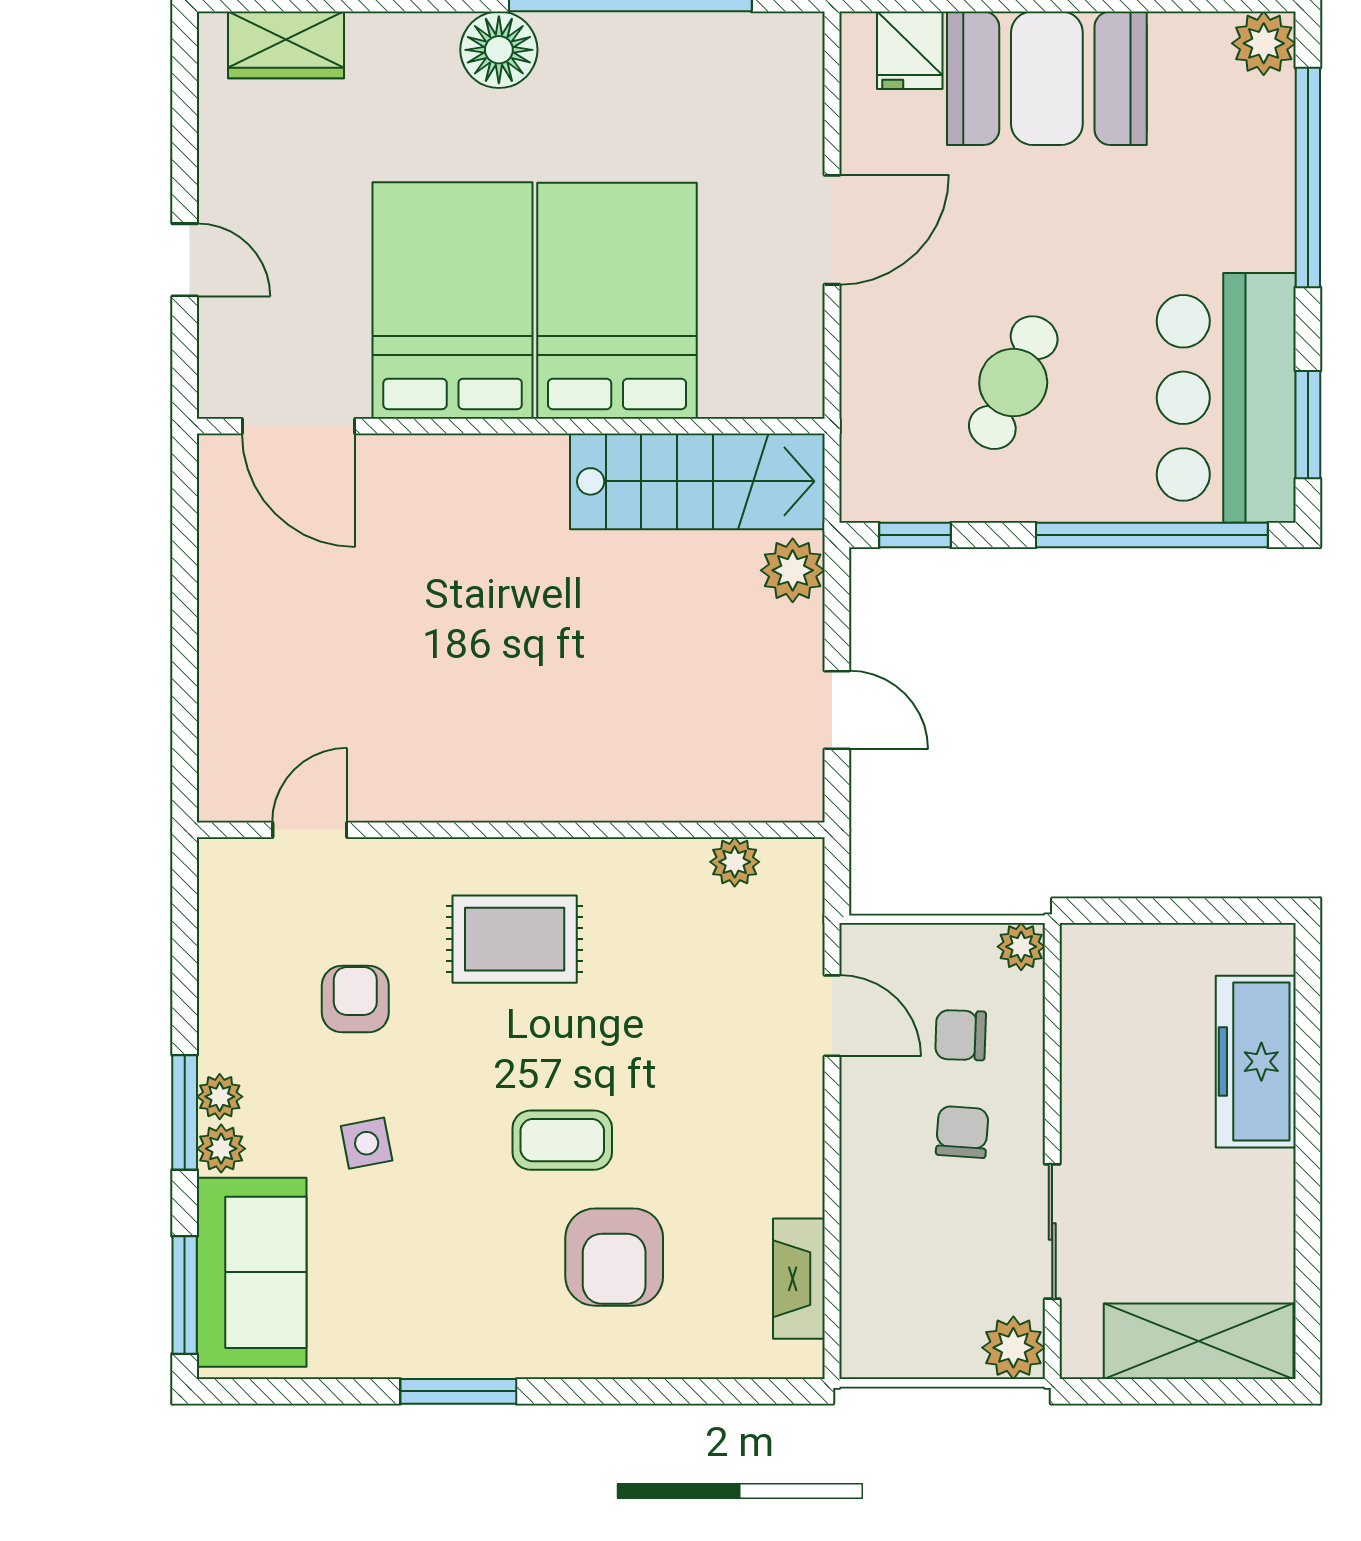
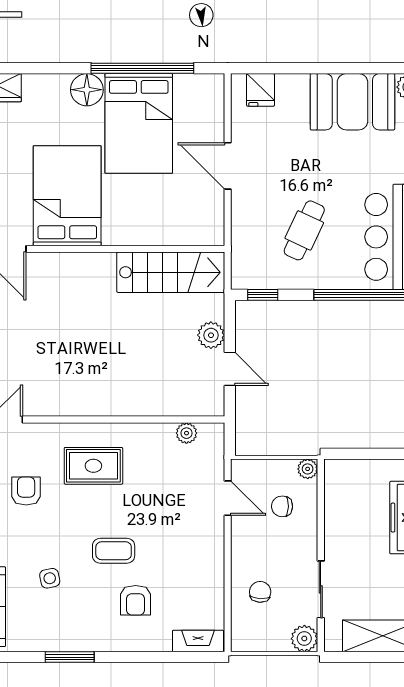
booth: (1047, 78) -> (352, 102), moved
door: (832, 230) -> (228, 166), swing flipped
bed: (617, 301) -> (139, 123), moved, turned 180
plant: (793, 570) -> (211, 335), moved
chair: (962, 1132) -> (260, 592), moved
side table: (367, 1143) -> (50, 578), moved
armchair: (614, 1257) -> (136, 600), width x0.72, depth x0.72
fireplace: (799, 1279) -> (198, 641), moved, turned 90

